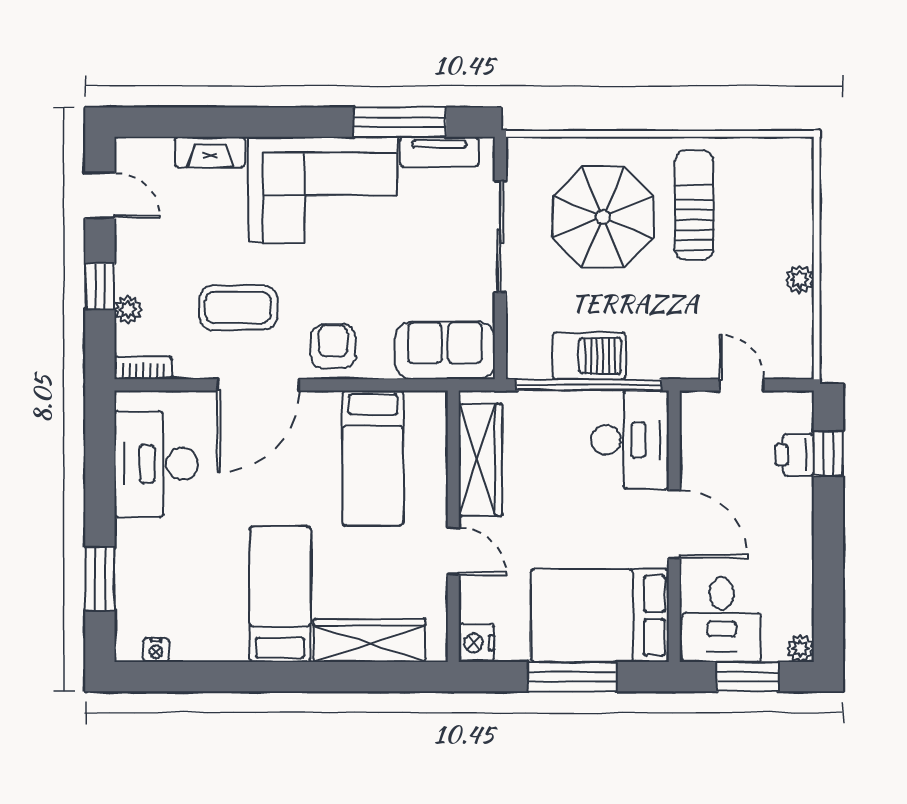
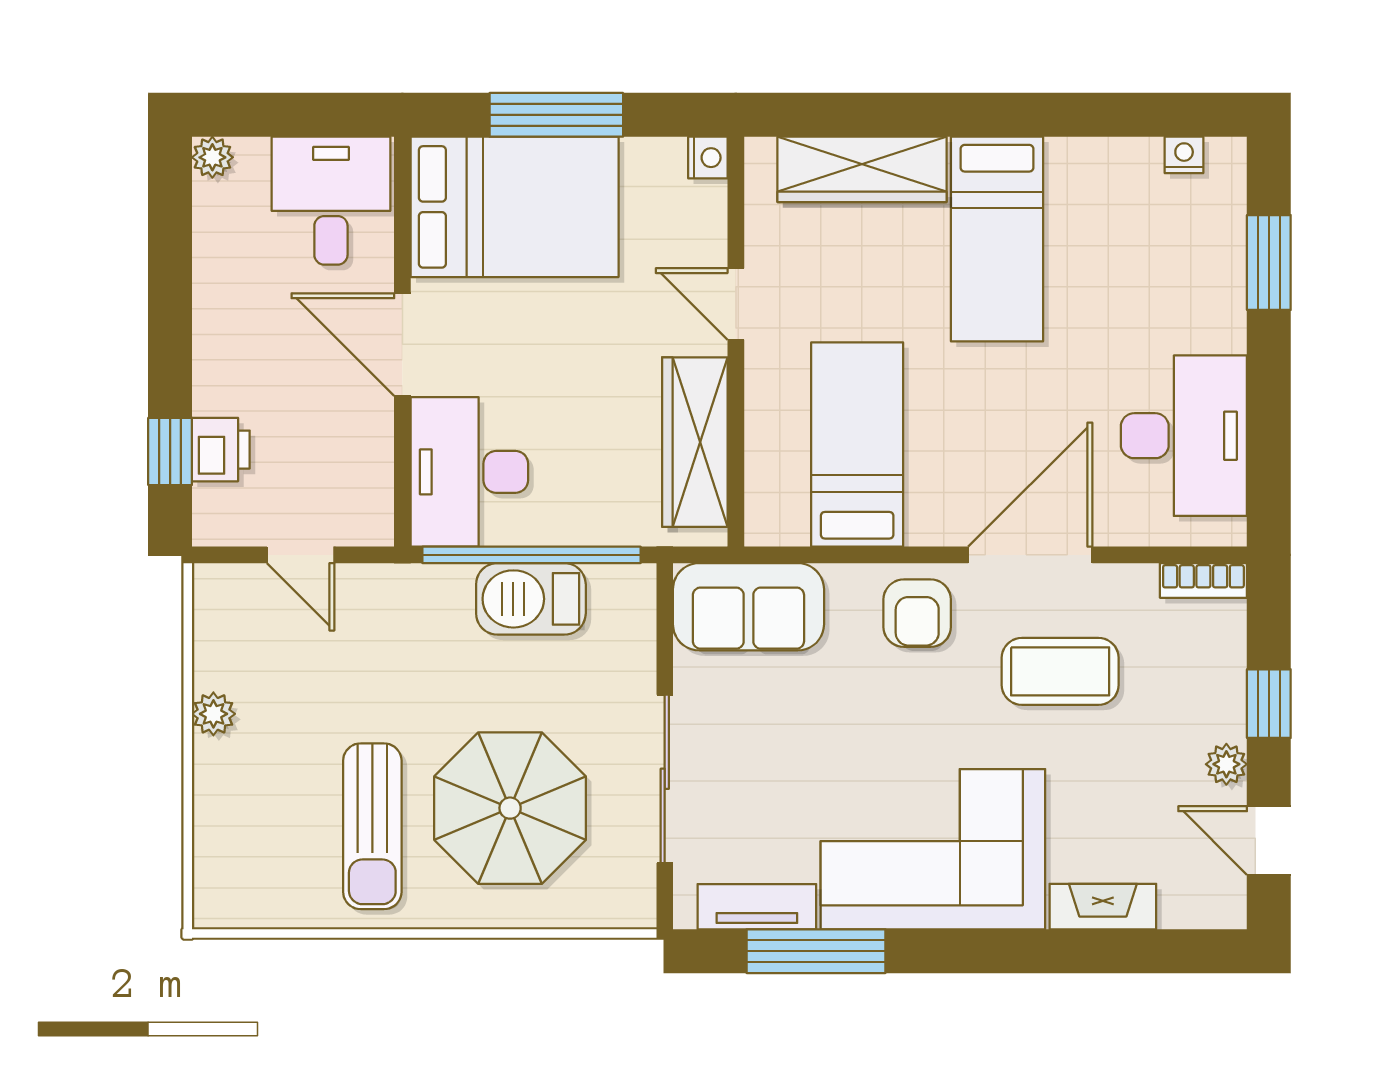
plant: (128, 310) -> (1226, 764), moved
nightstand: (476, 643) -> (708, 158), width x0.72, depth x0.74
window: (748, 677) -> (292, 115), removed

